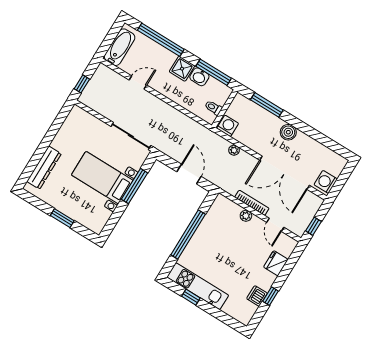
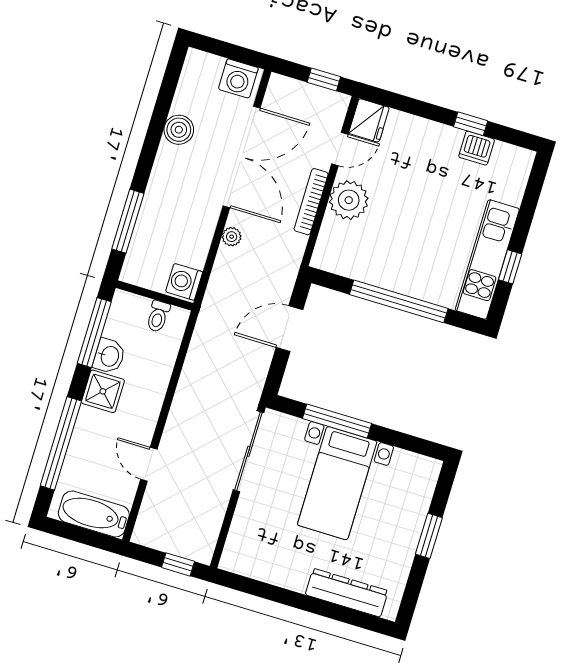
boiler: (288, 132) -> (179, 130), moved
plant: (234, 150) -> (232, 237), moved
plant: (246, 216) -> (349, 200), width x1.88, depth x1.88
fridge: (276, 263) -> (369, 120), moved, turned -90

